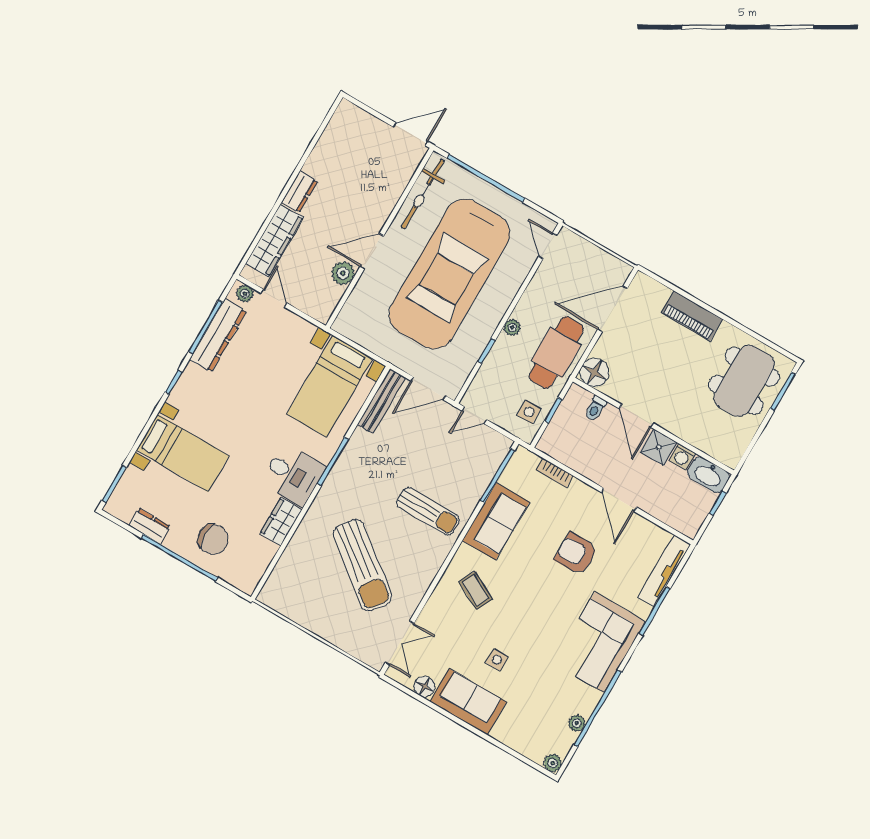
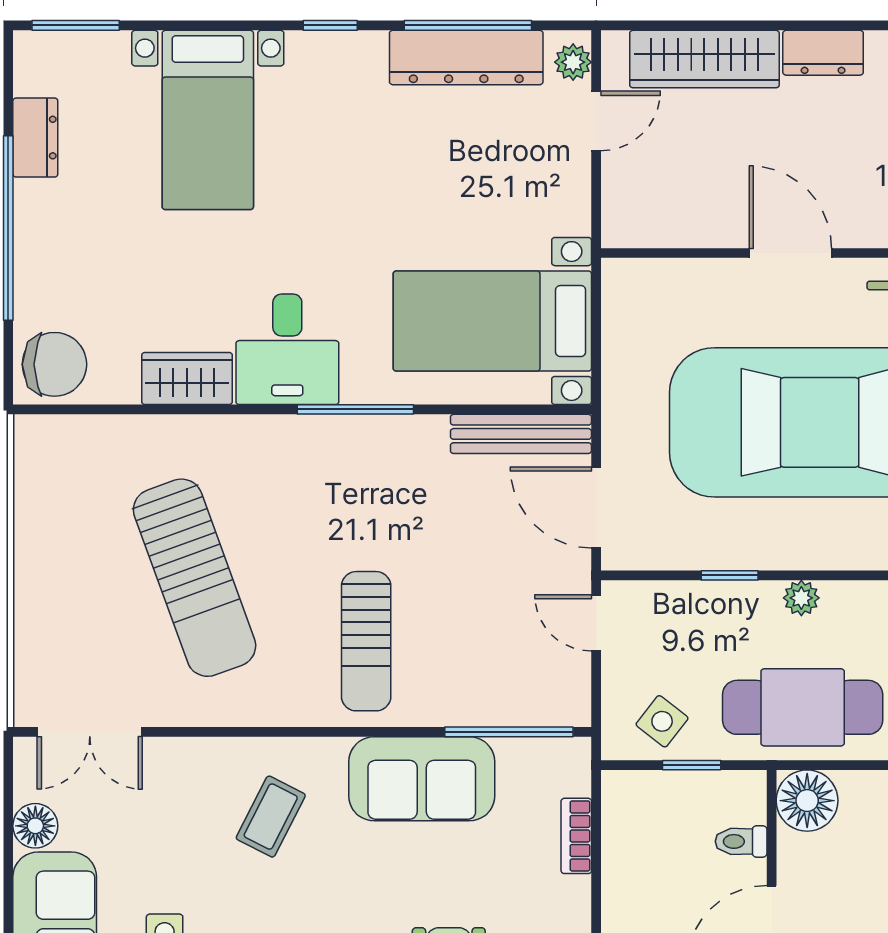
plant: (343, 273) -> (718, 223), removed
side table: (529, 412) -> (662, 721), turned 38
chair: (213, 539) -> (54, 364), moved, turned -90
sun lounger: (362, 565) -> (195, 578), turned -58

